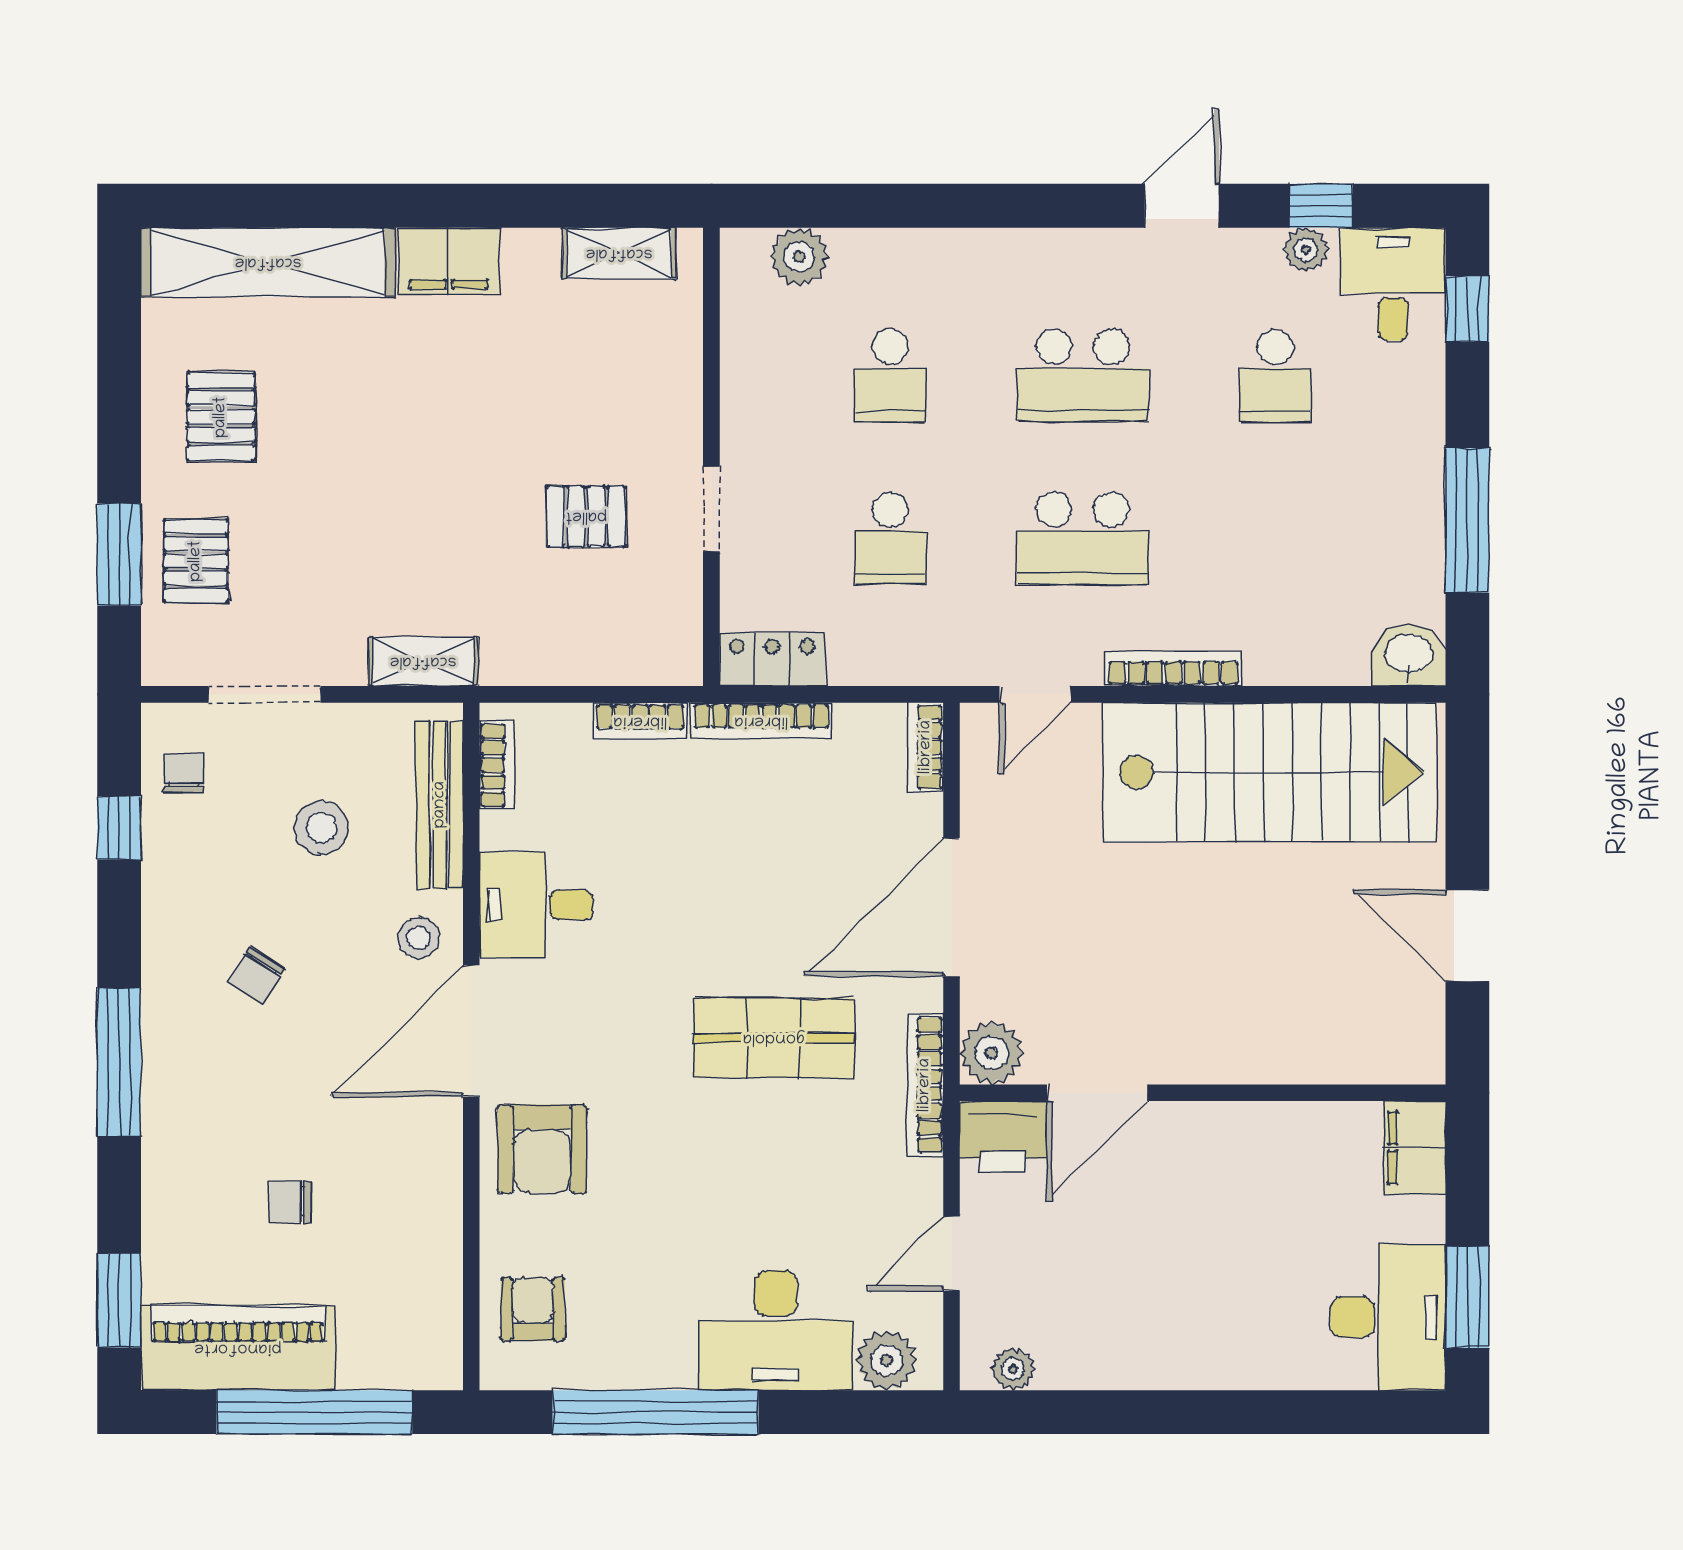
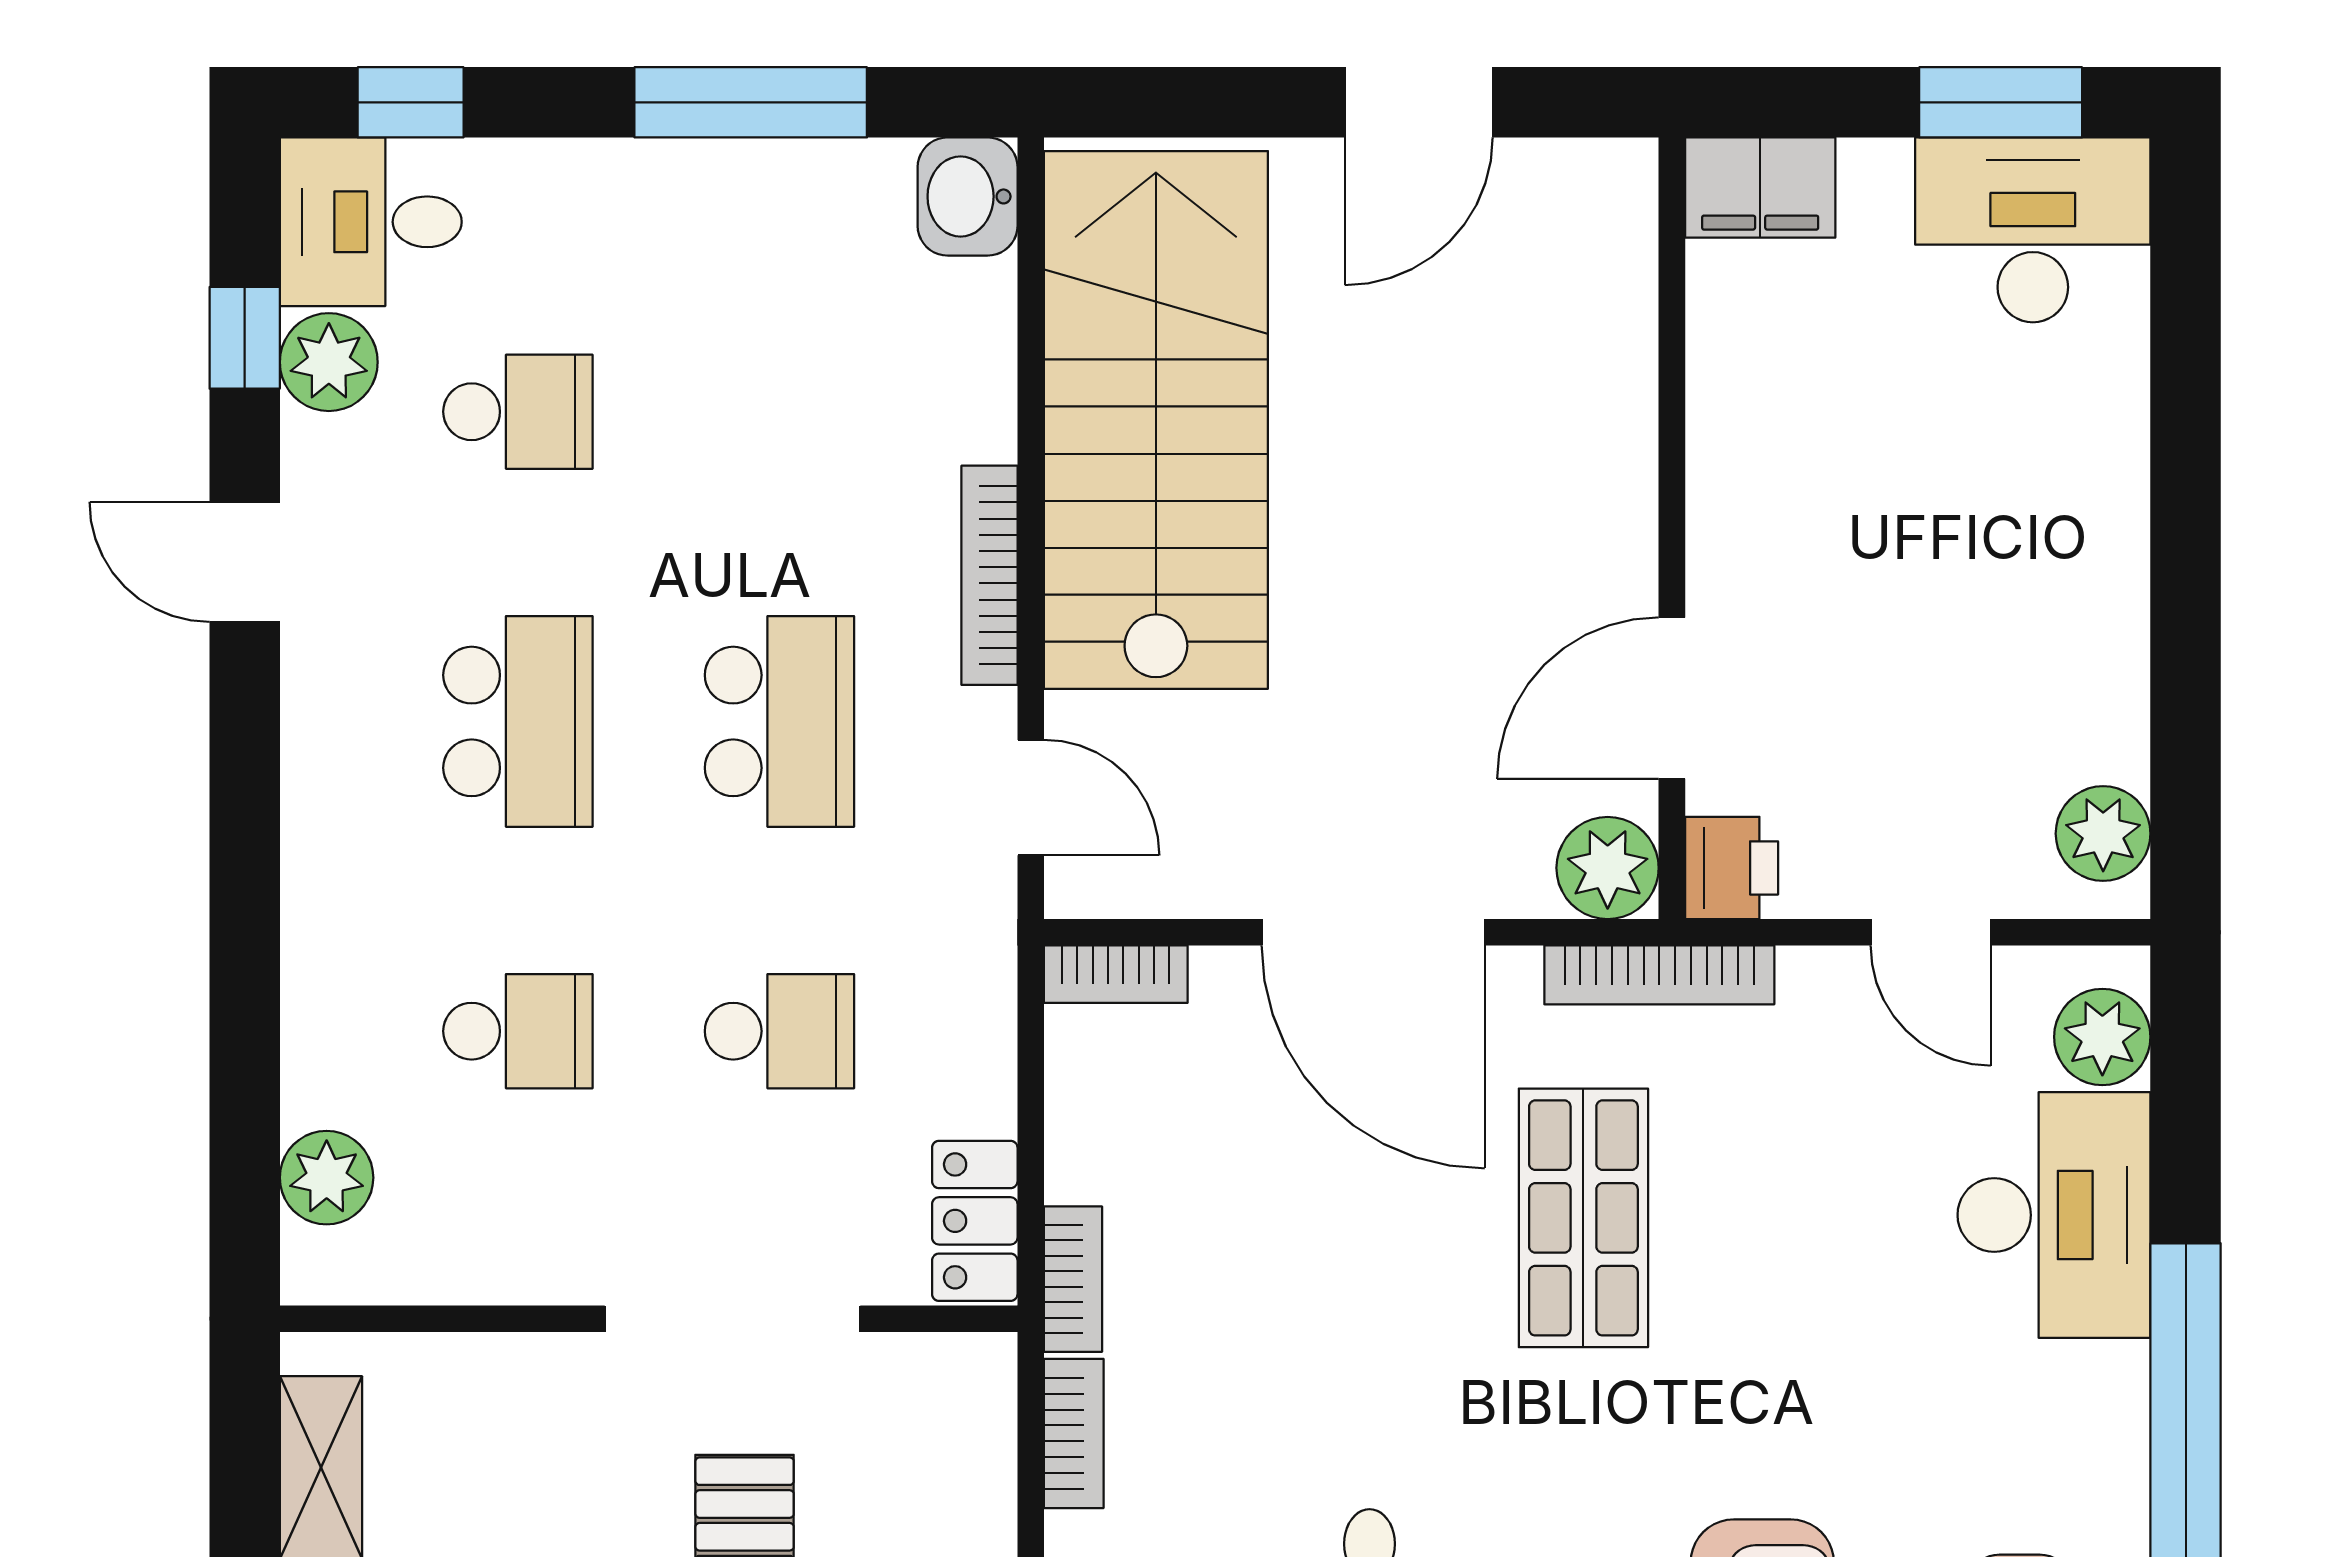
plant: (1306, 250) -> (329, 362), width x1.38, depth x1.38
doorway: (711, 509) -> (732, 1319), width x1.88
bookcase: (761, 721) -> (1073, 1279), width x0.64
door: (1097, 1093) -> (1672, 698), swing flipped
printer: (1003, 1137) -> (1732, 868), width x0.73, depth x0.81
plant: (1013, 1369) -> (2103, 834), width x1.38, depth x1.38

